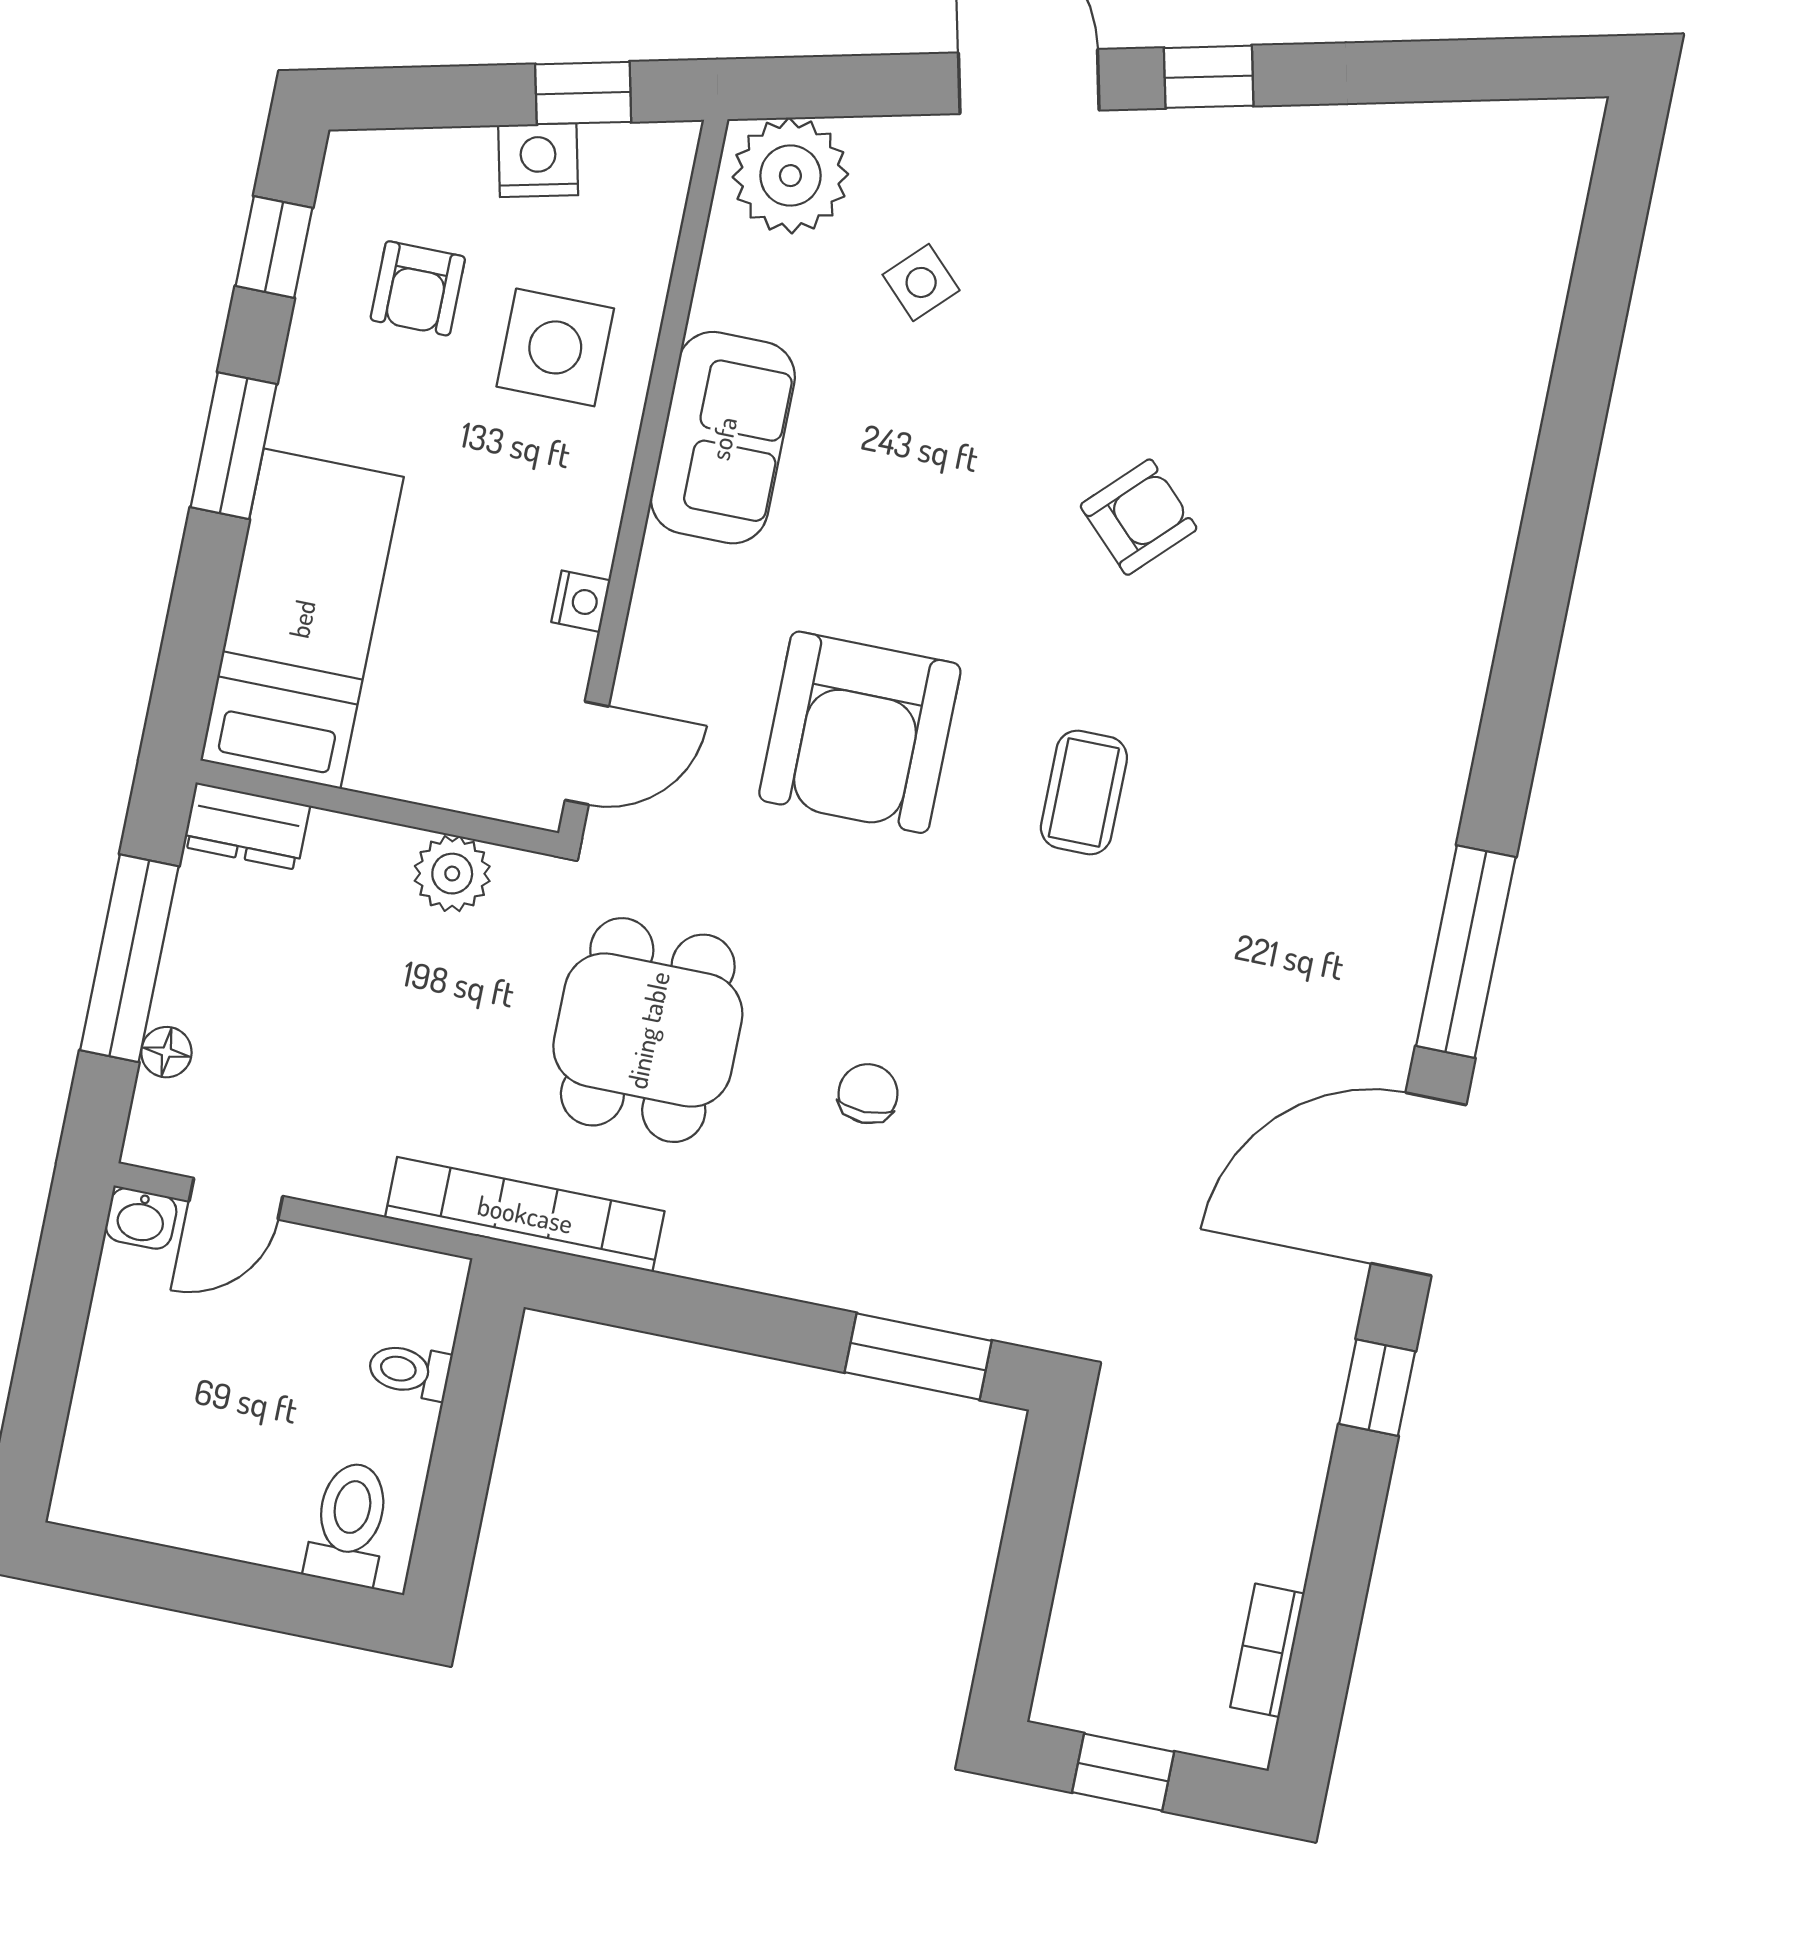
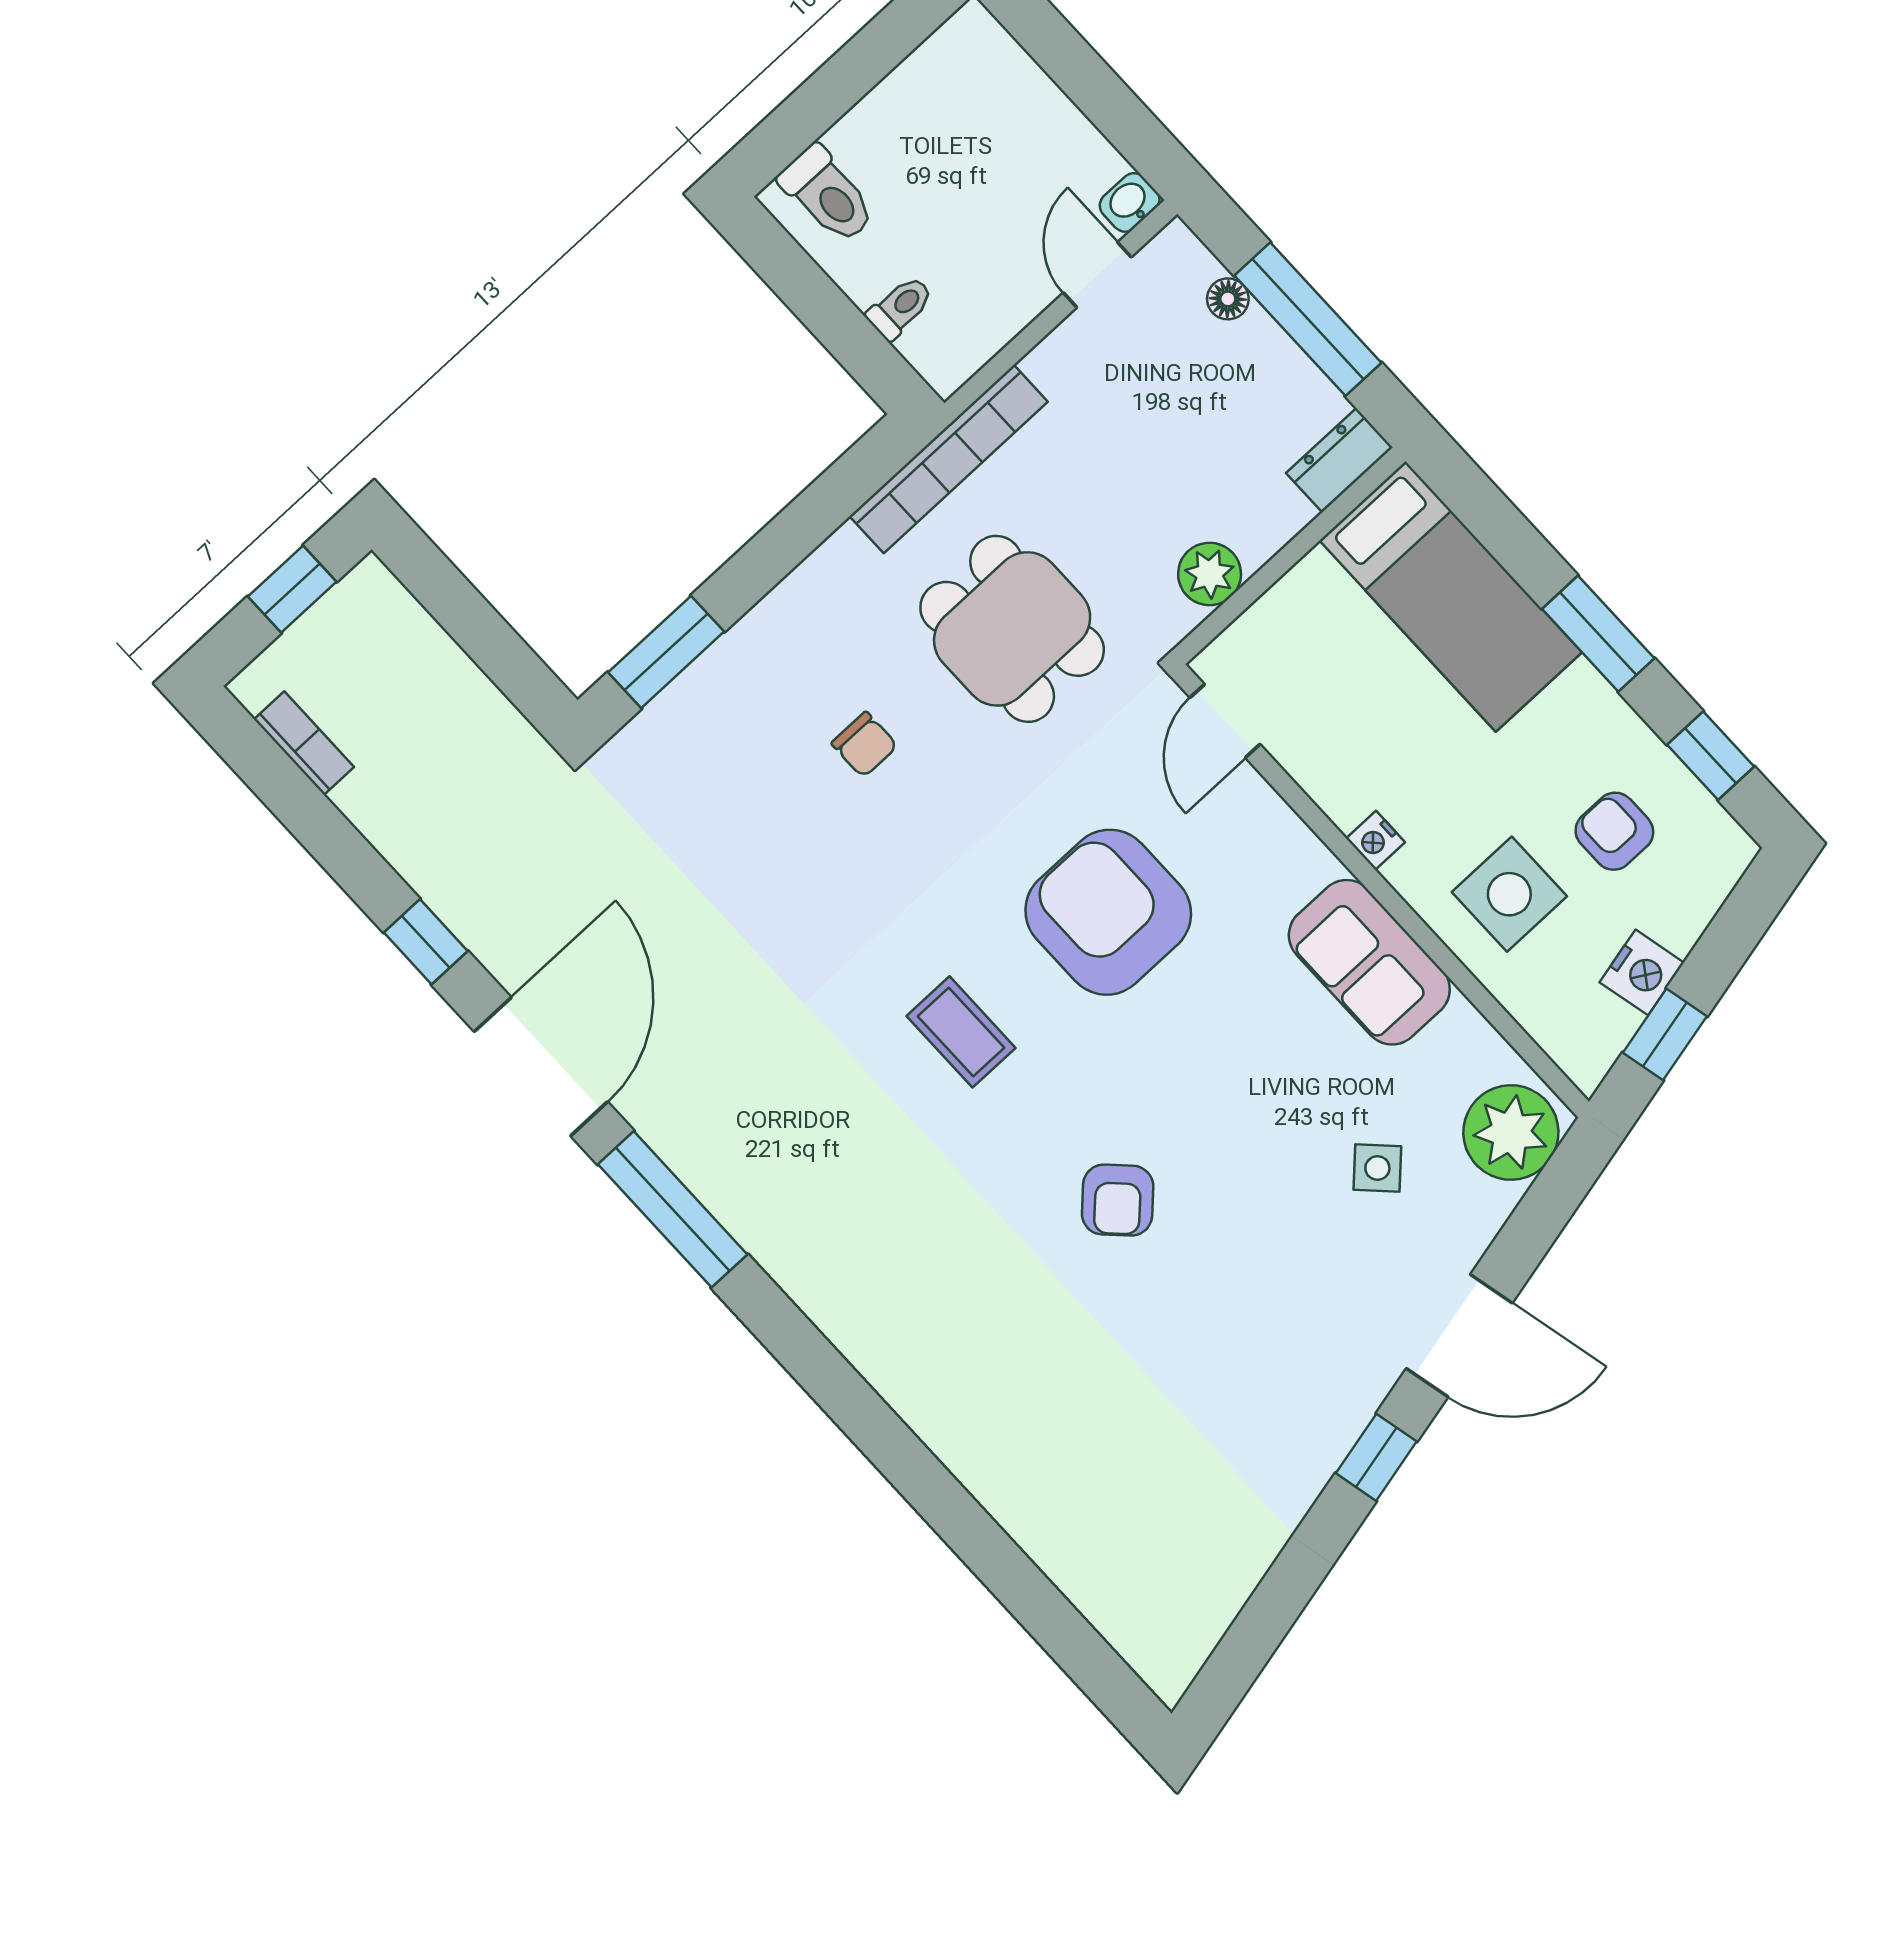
nightstand: (581, 601) -> (1375, 840), moved

